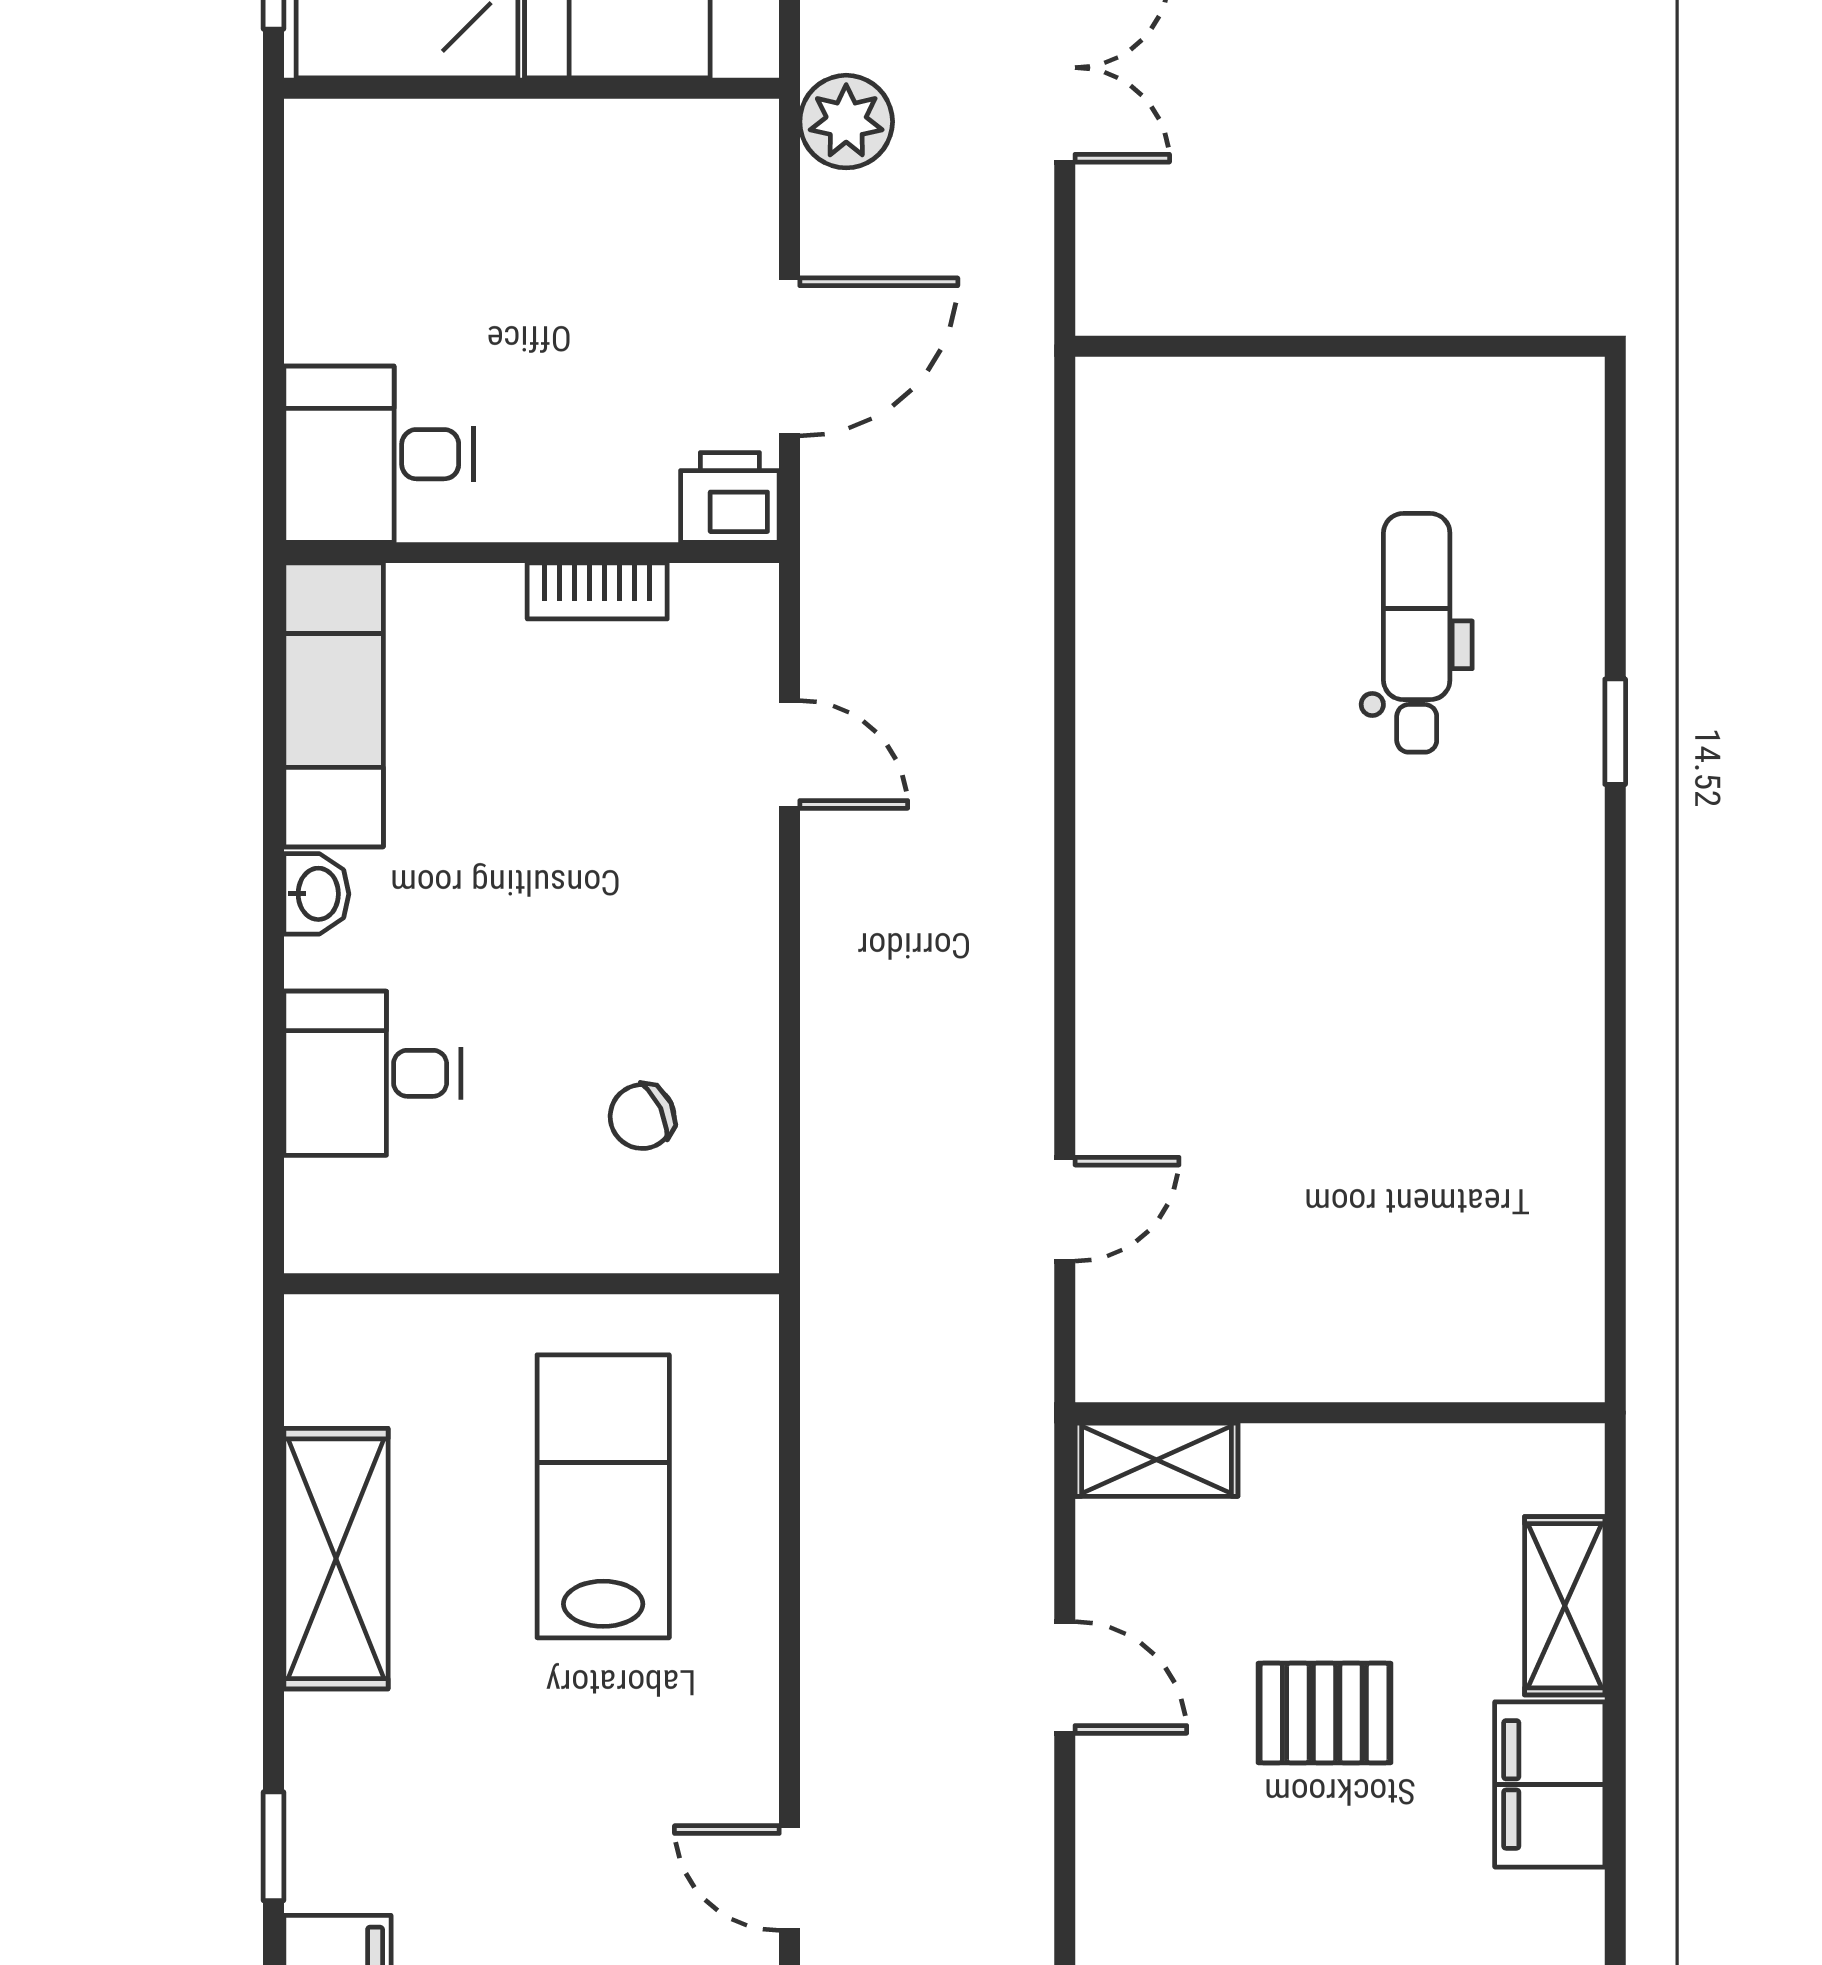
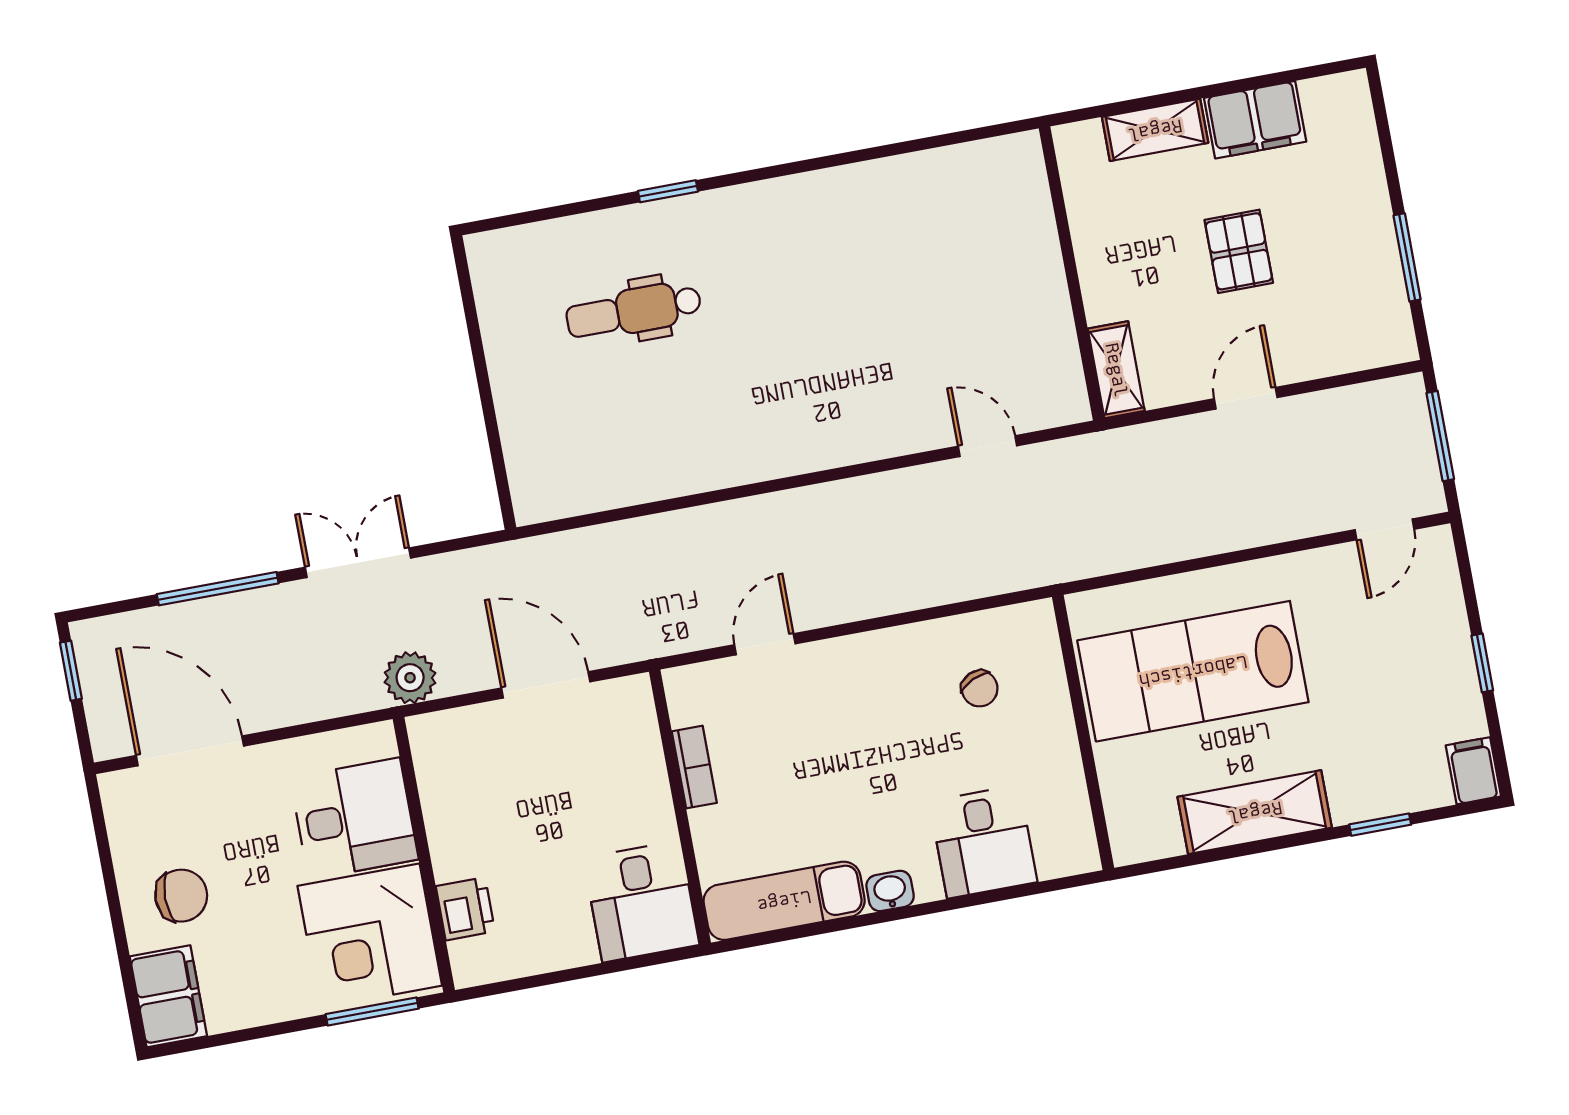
printer: (730, 497) -> (465, 909), moved, turned 180
lab bench: (603, 1496) -> (1193, 671), width x1.36, depth x1.39
window: (274, 1846) -> (1380, 825), moved

